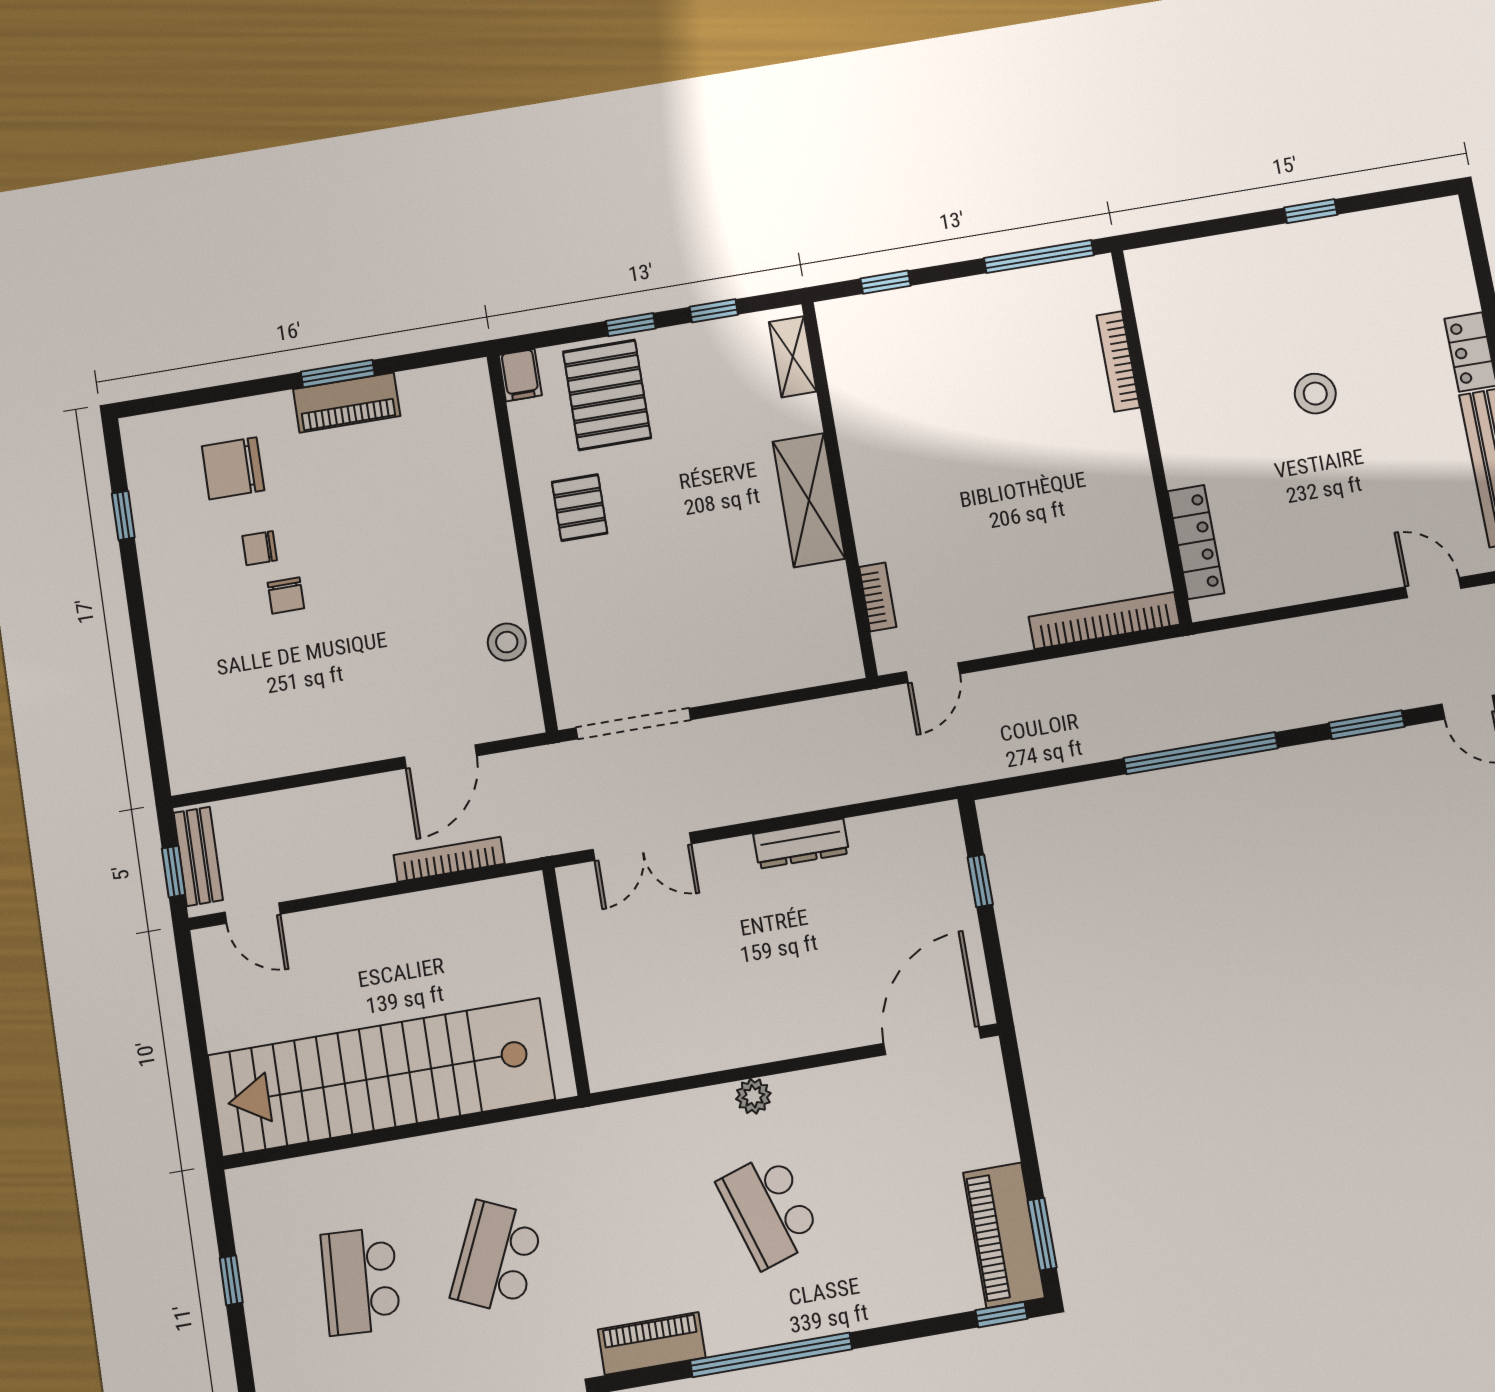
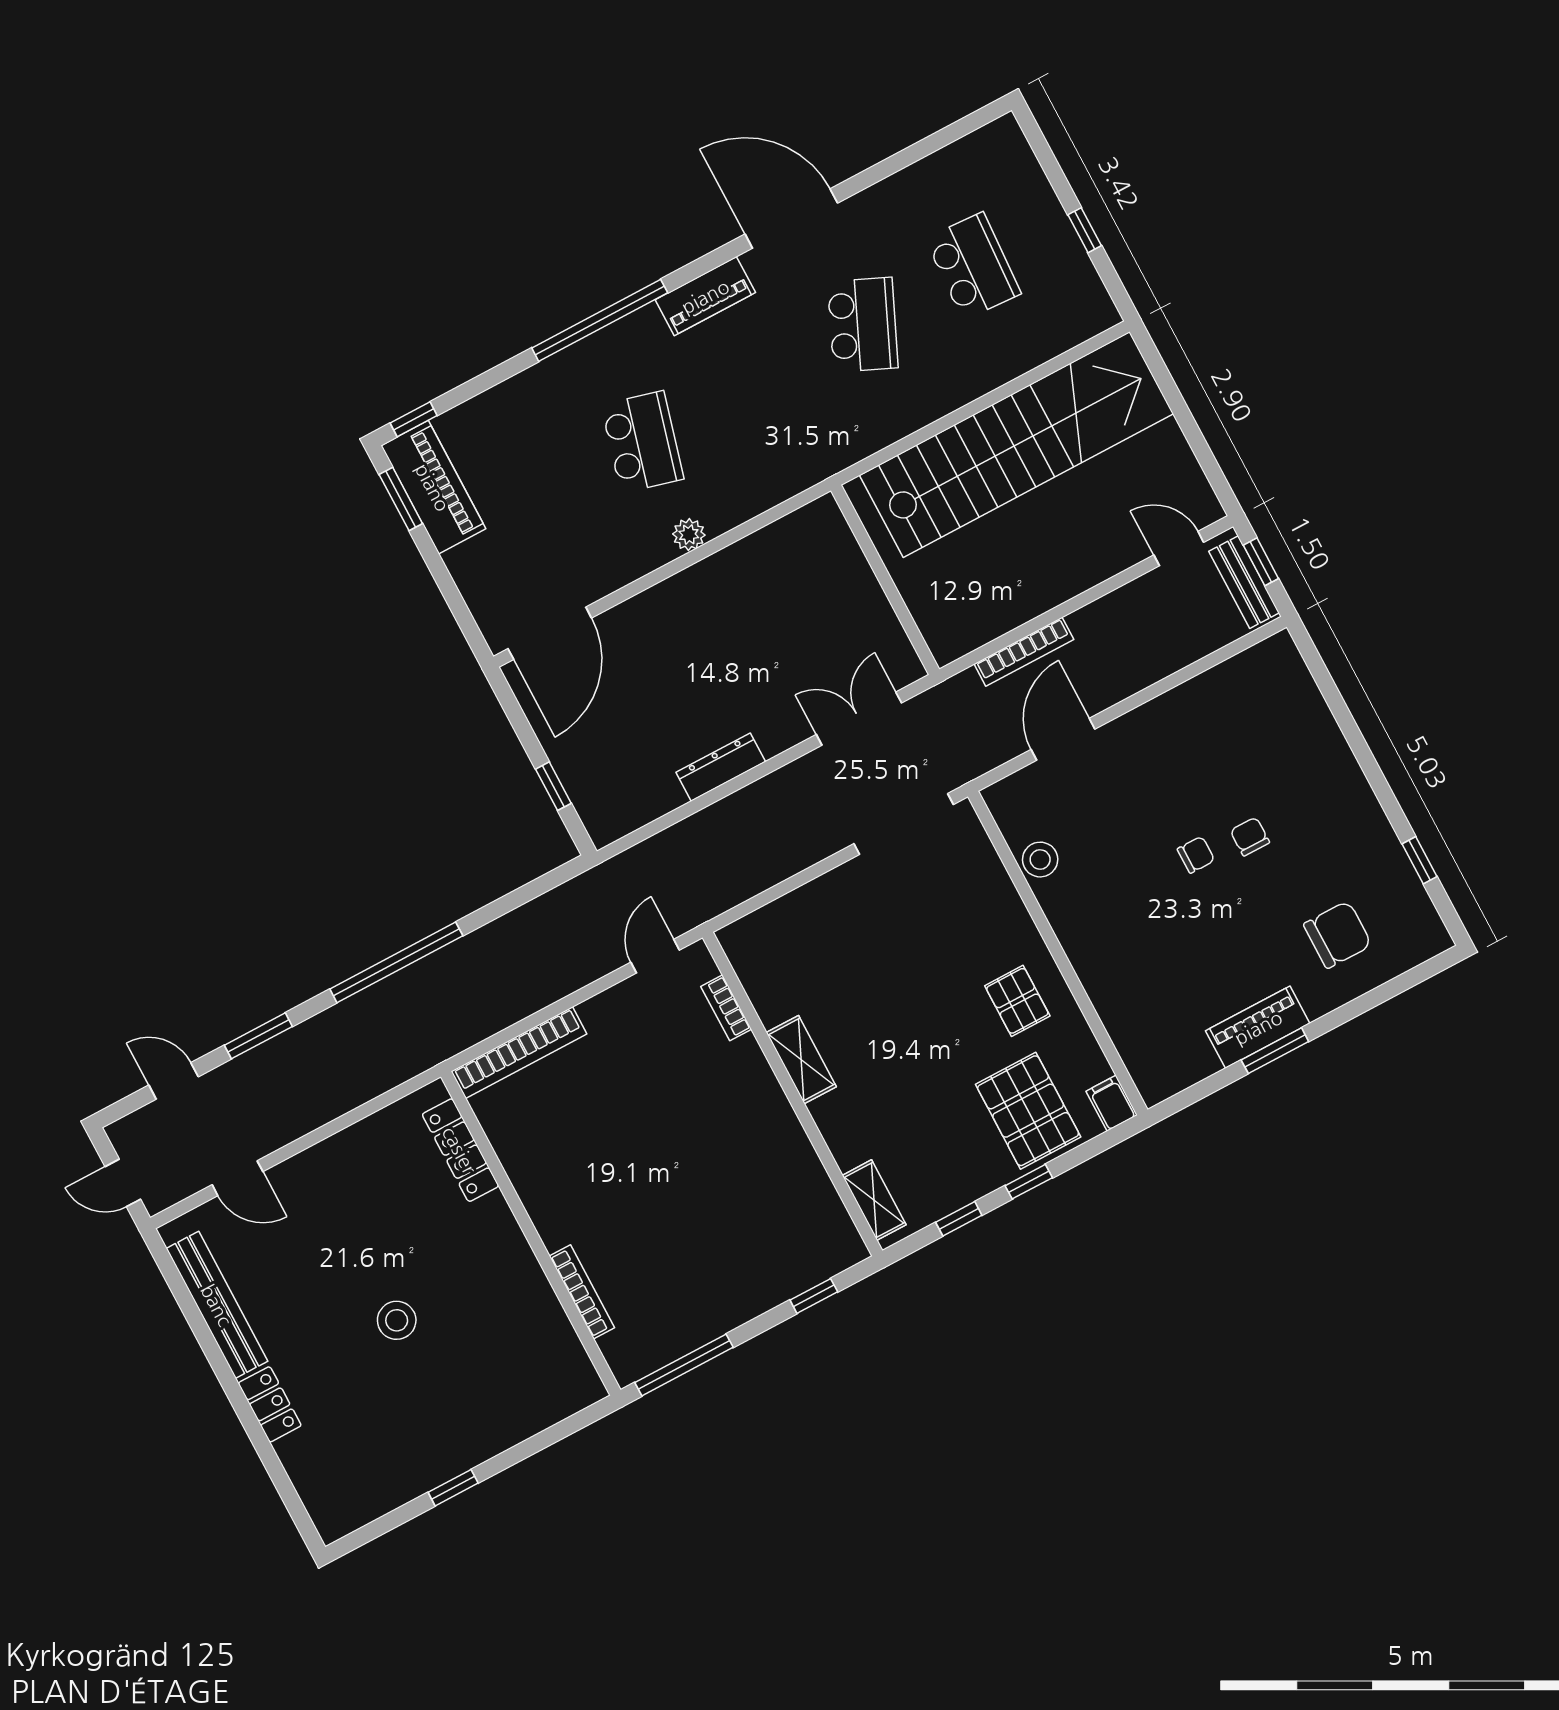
shelving: (809, 500) -> (801, 1060), width x0.67, depth x0.75
chair: (260, 548) -> (1196, 855), moved
school desk: (769, 1210) -> (642, 442), turned 33

